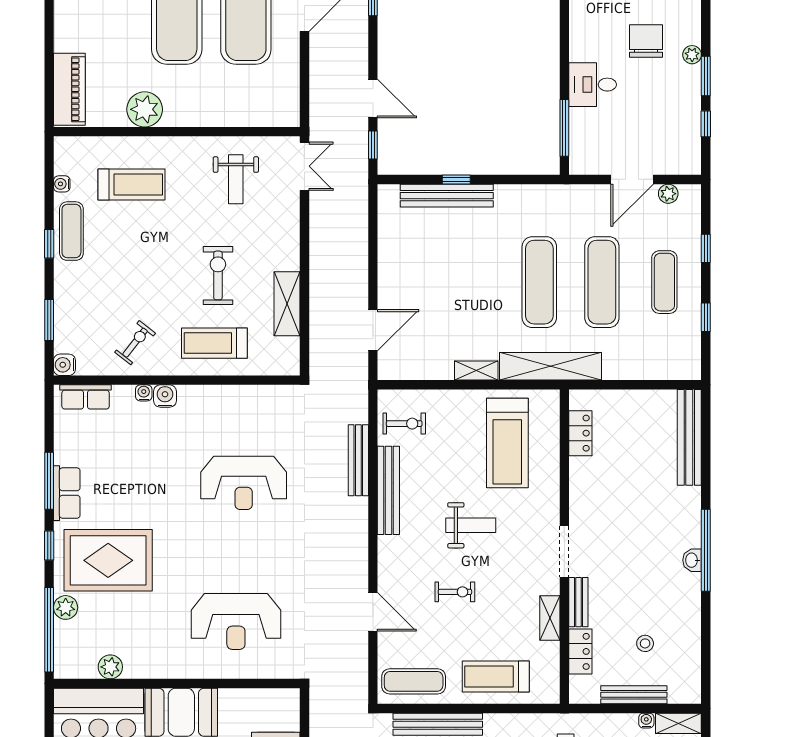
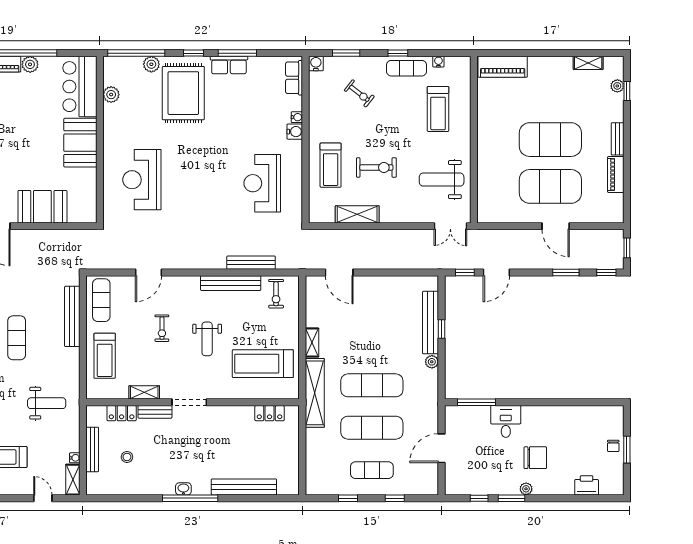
plant: (145, 109) -> (489, 118), removed
weight bench: (236, 179) -> (442, 180), width x1.36, depth x1.33
door: (632, 179) -> (441, 448), hinge flipped
plant: (668, 194) -> (432, 362), moved
exercise bike: (135, 343) -> (359, 93), moved
treadmill: (214, 343) -> (331, 165), turned 180
bench: (689, 437) -> (244, 487), moved
reception desk: (244, 483) -> (262, 183), moved
treadmill: (496, 676) -> (105, 356), turned 180

